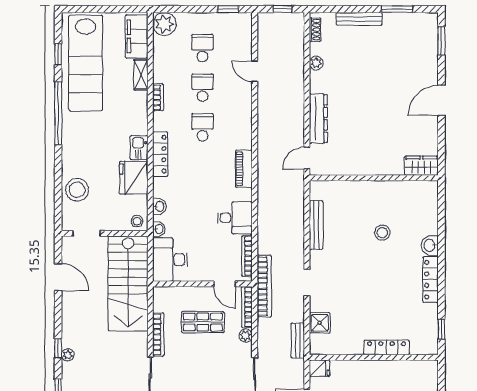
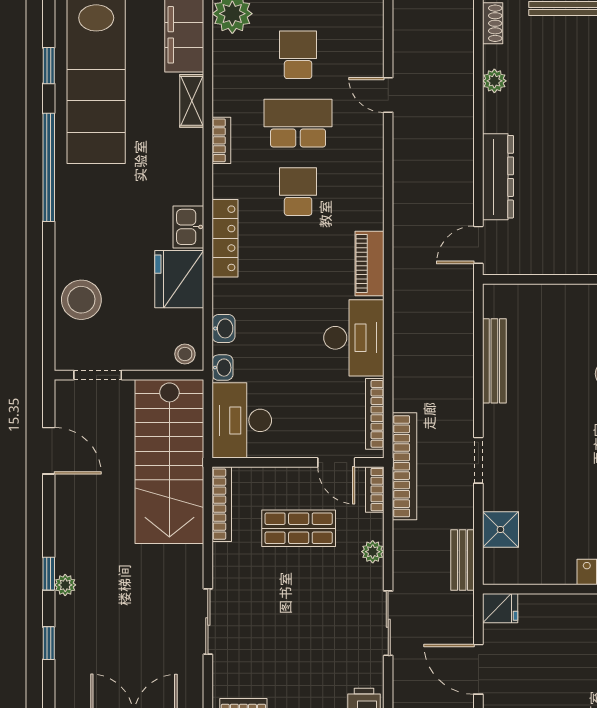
school desk: (202, 88) -> (298, 123), width x1.85
desk: (235, 218) -> (354, 338), width x1.37
bookcase: (247, 307) -> (375, 490), width x0.64
bookcase: (158, 334) -> (222, 504), moved

